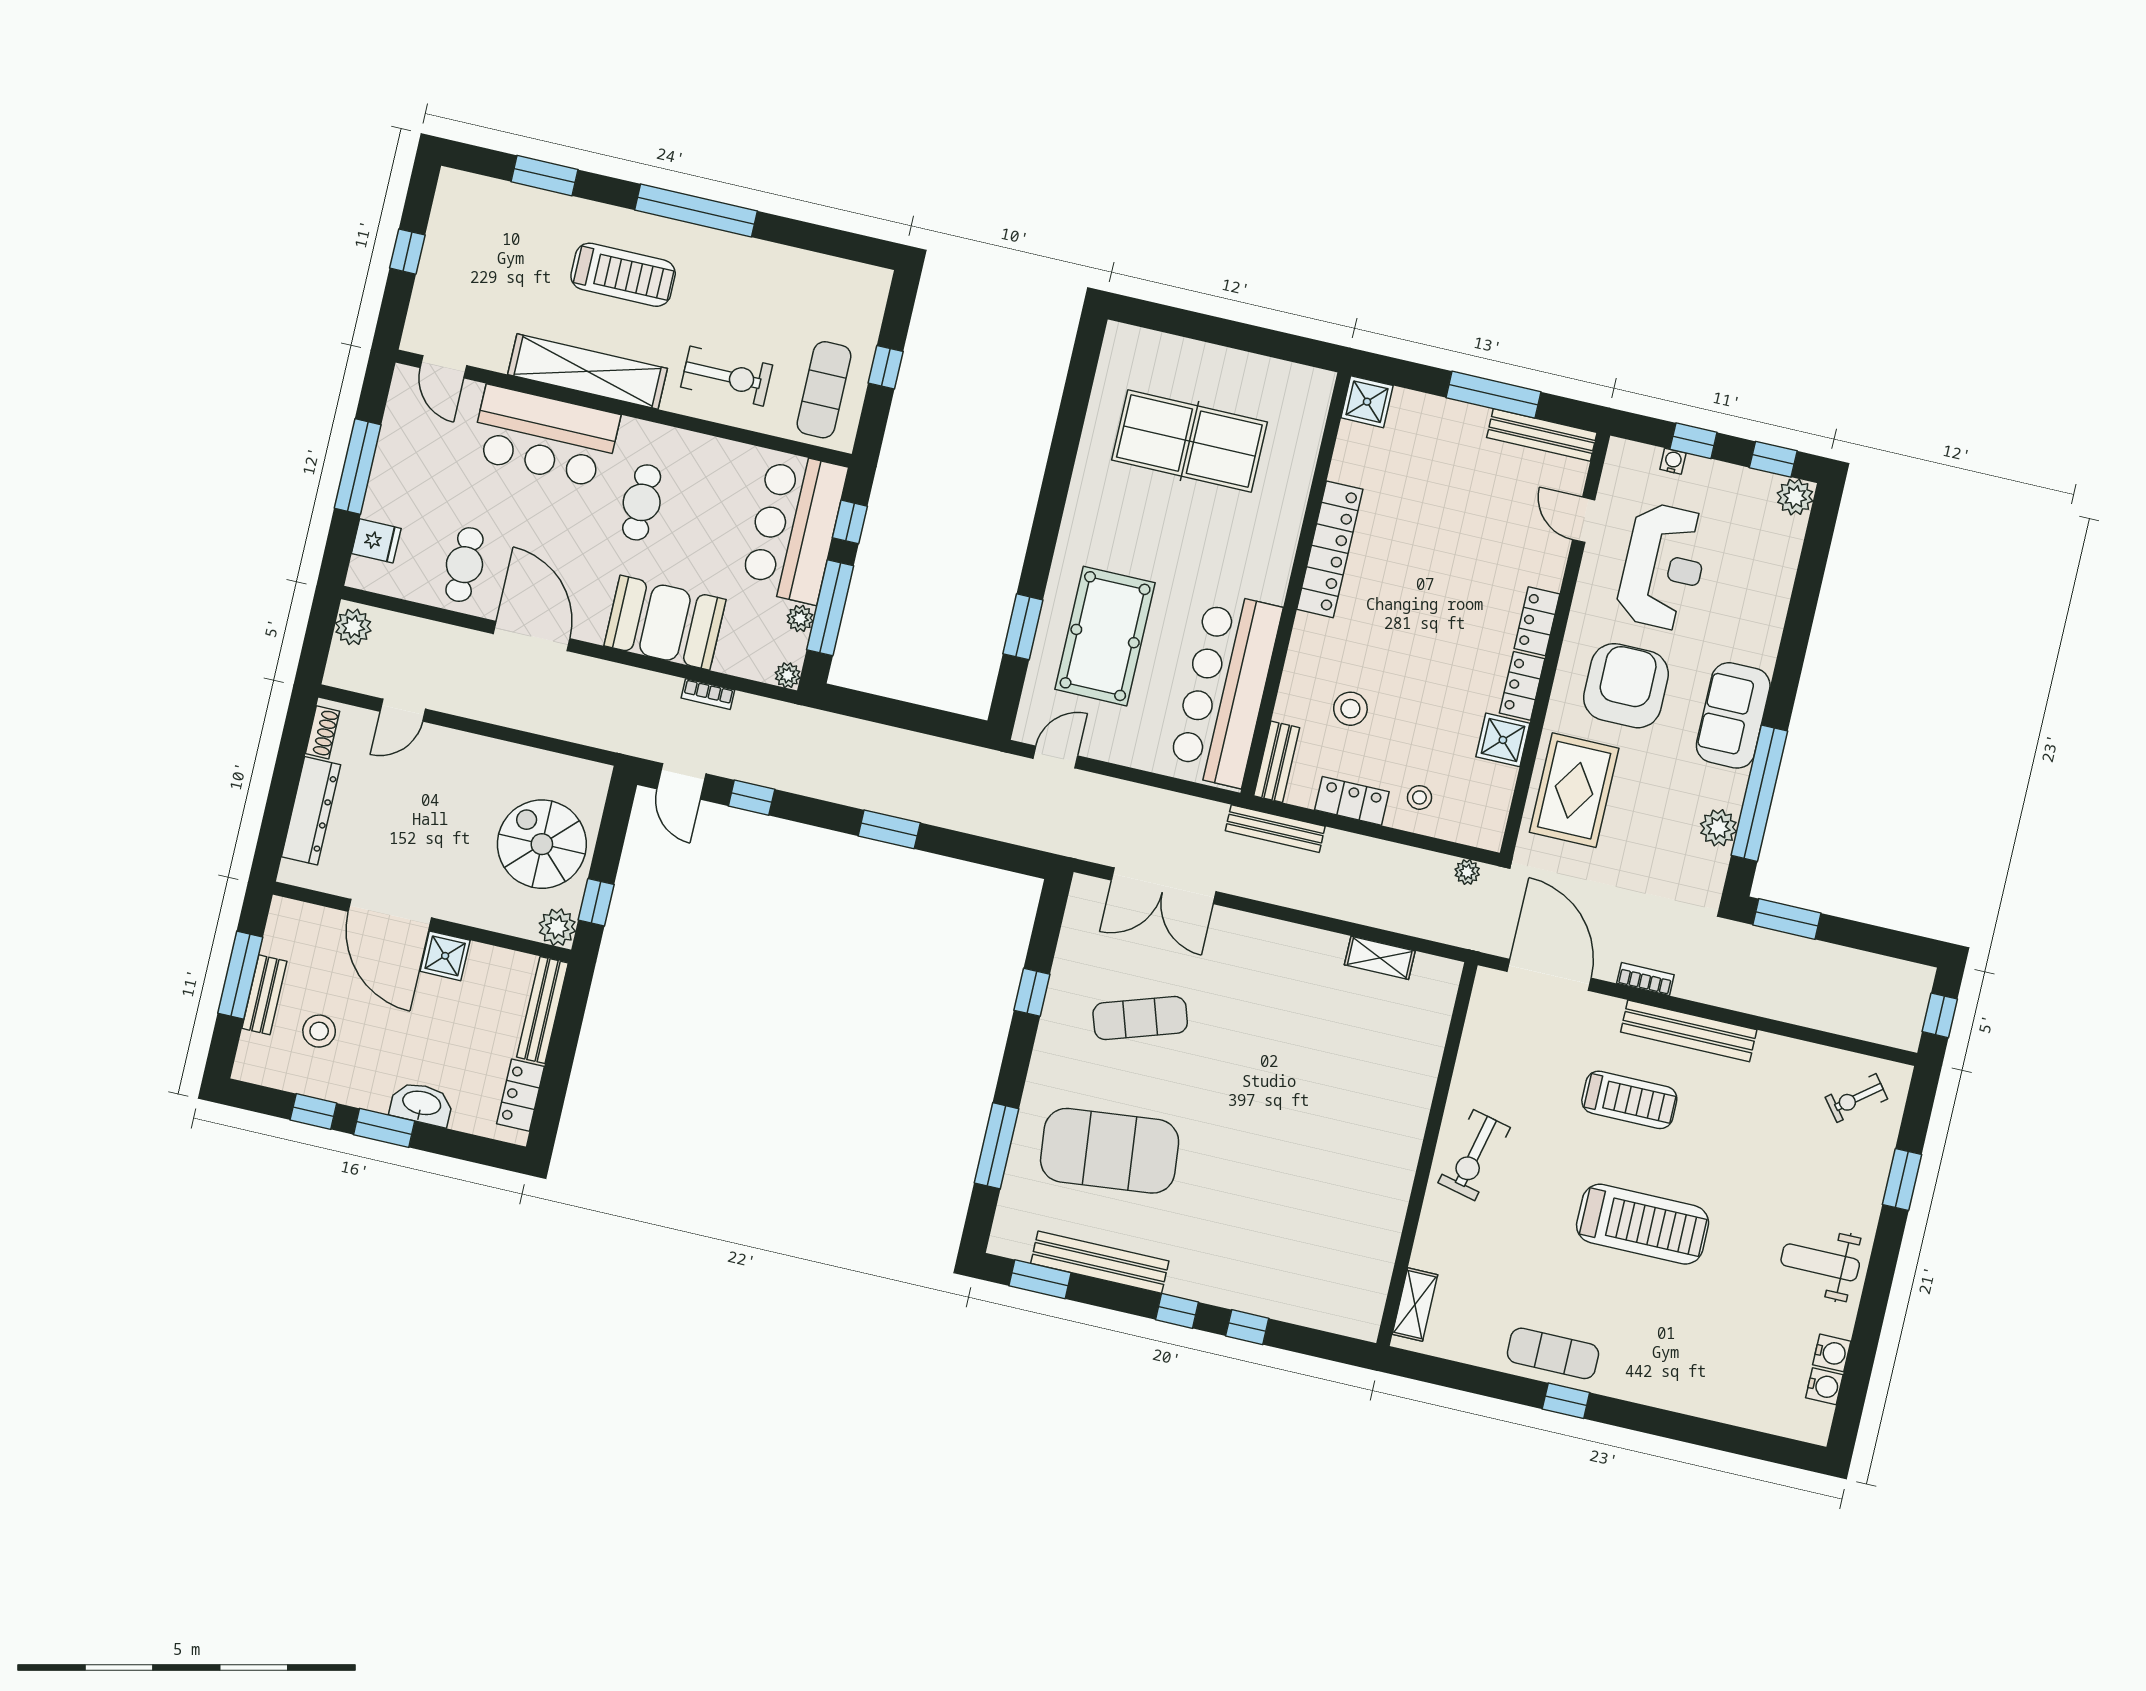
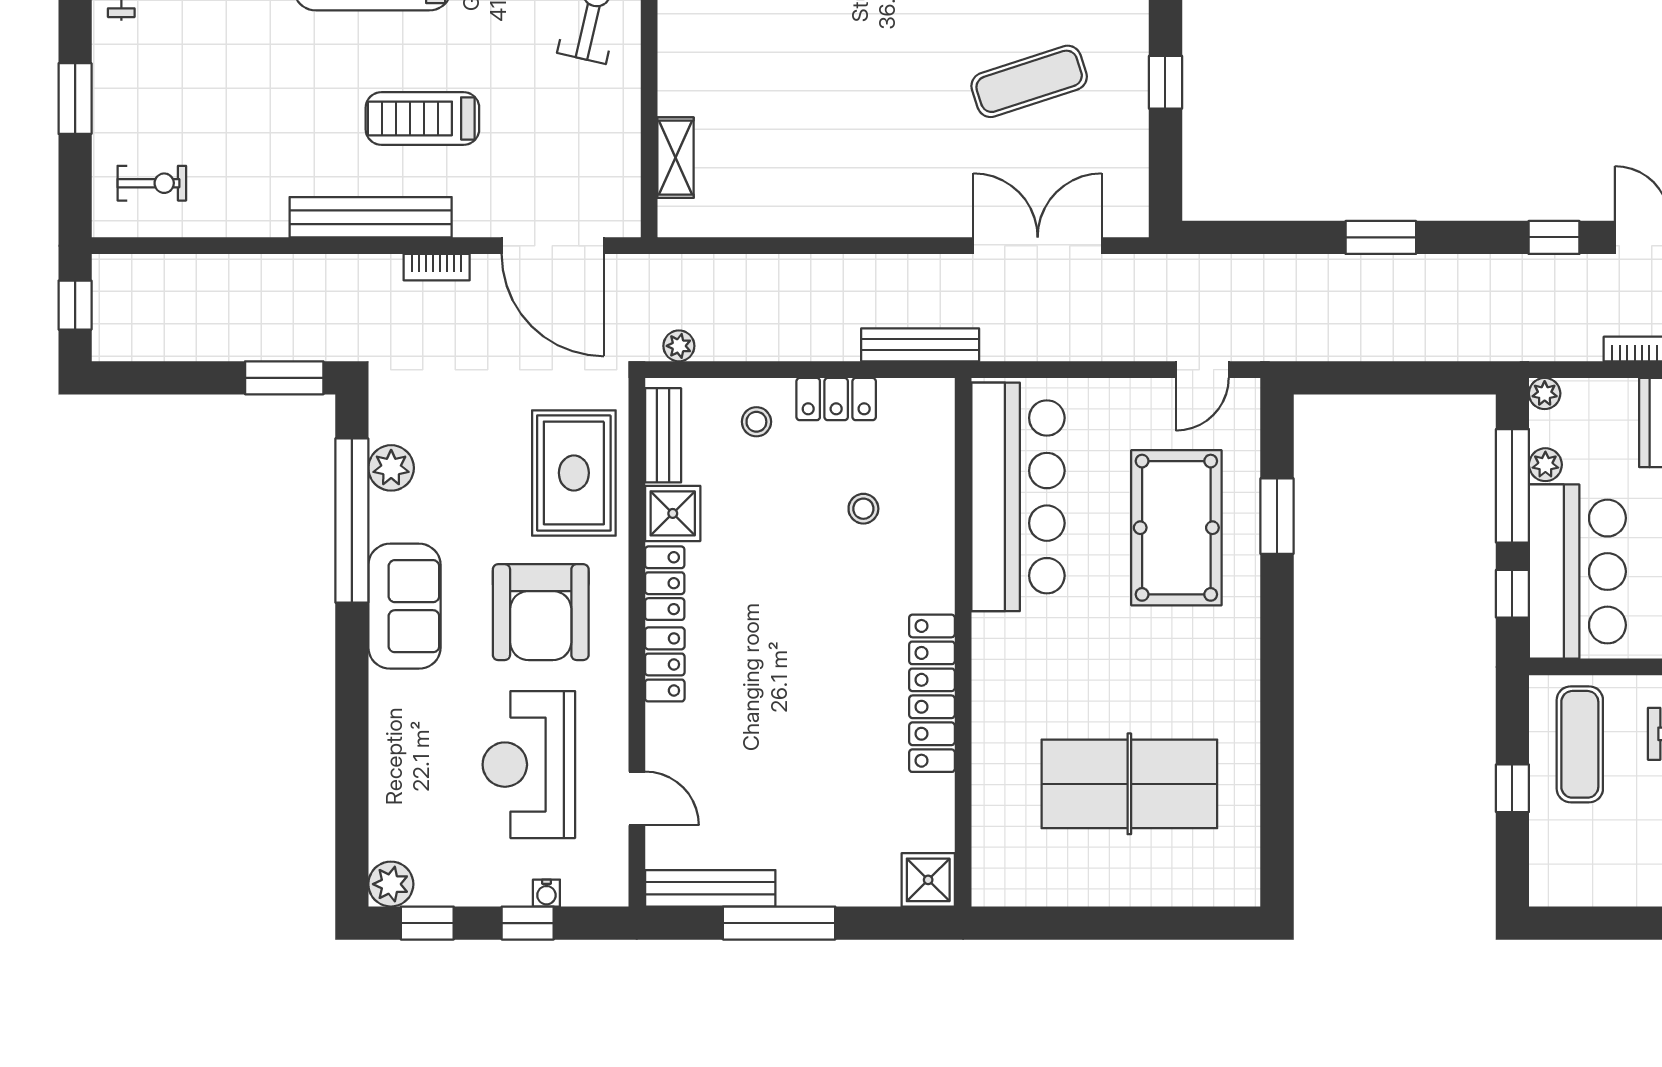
stool: (1350, 709) -> (863, 509), width x0.73, depth x0.73
bench: (1277, 762) -> (663, 435), moved
shelving: (1380, 958) -> (676, 158), moved, turned 90
exercise bike: (1856, 1098) -> (152, 183), turned 38

